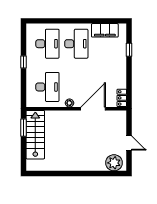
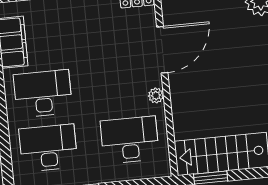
door: (93, 109) -> (162, 50), swing flipped

